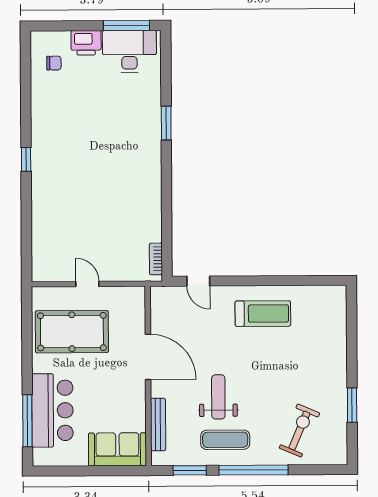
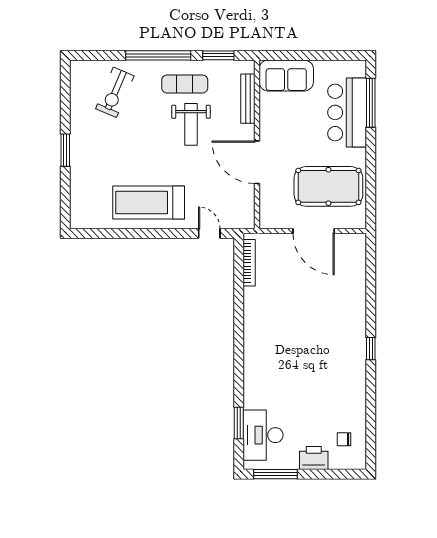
desk: (129, 51) -> (263, 435), moved, turned 90
window: (166, 123) -> (239, 423), moved
bookcase: (156, 259) -> (249, 263), width x1.56
door: (87, 284) -> (314, 231), width x1.87
treadmill: (263, 314) -> (149, 203), width x1.37, depth x1.38
window: (352, 405) -> (65, 150), moved

